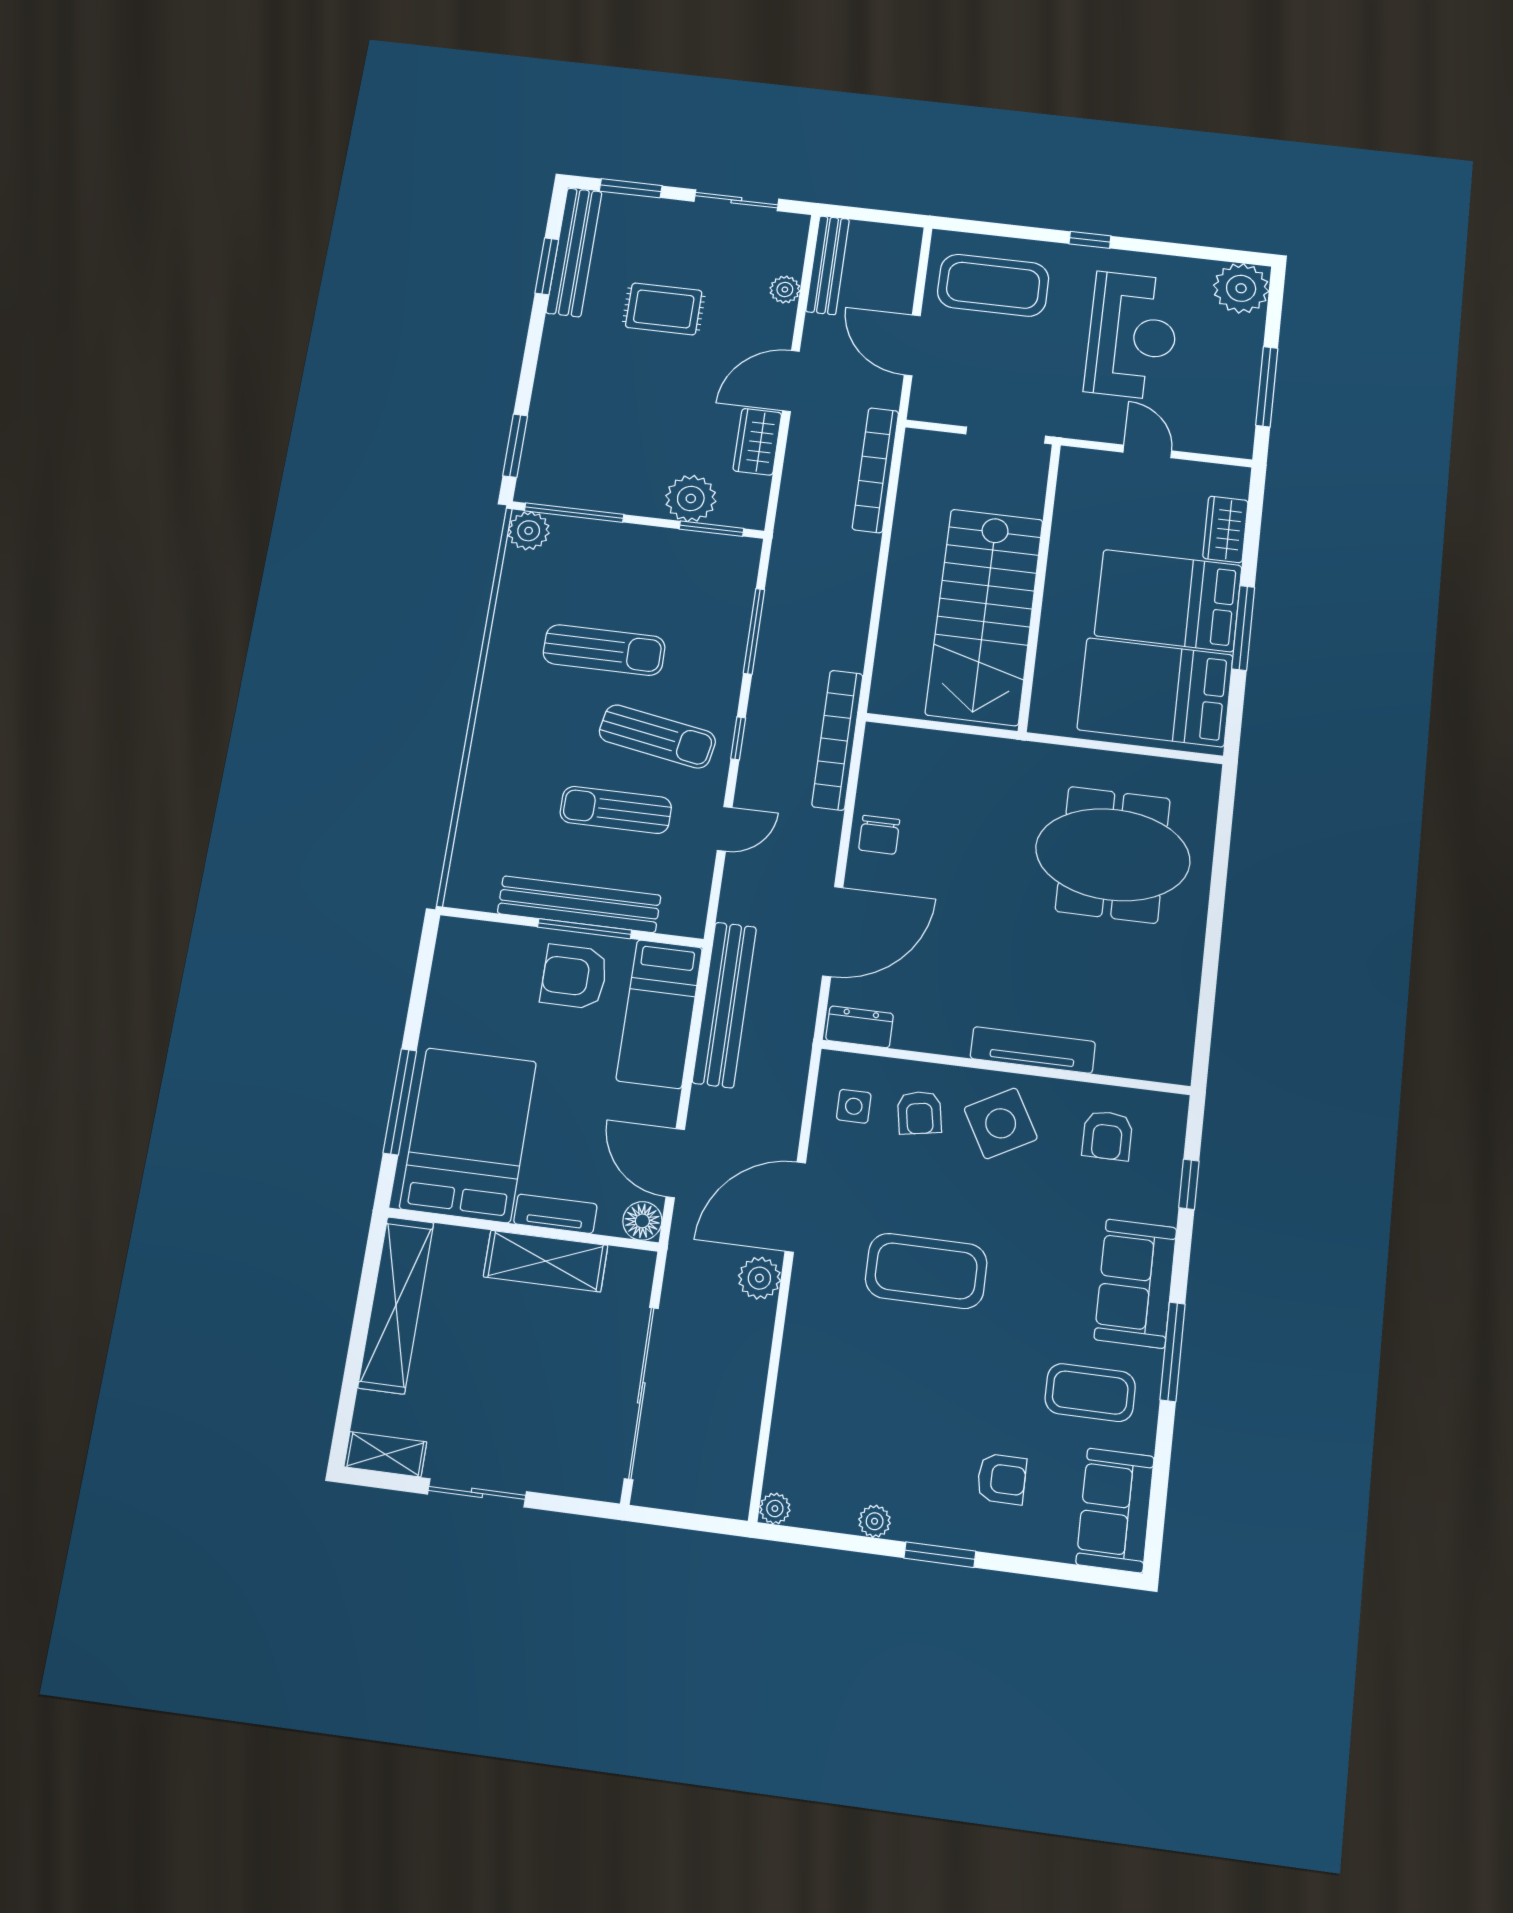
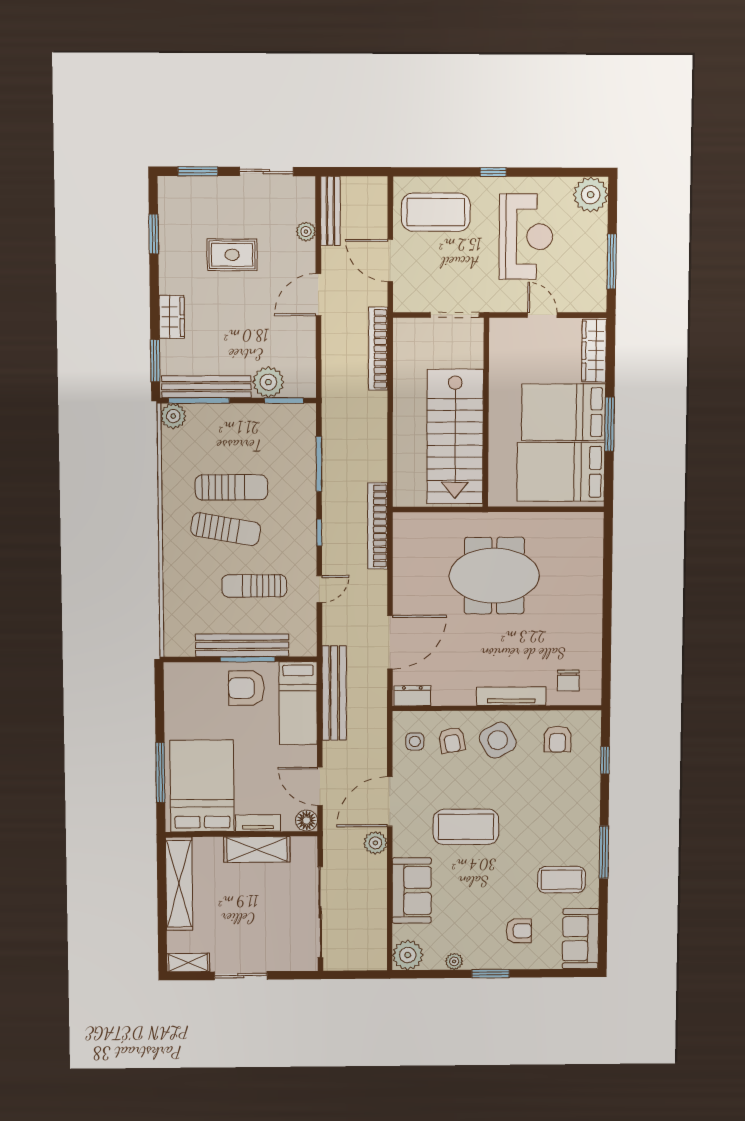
bench: (574, 252) -> (206, 387), moved, turned 90
wardrobe: (757, 442) -> (172, 317), moved, turned 180
wardrobe: (1225, 529) -> (594, 351), width x1.50
sun lounger: (657, 736) -> (226, 529), moved
chair: (879, 835) -> (568, 681), moved
meeting table: (1113, 855) -> (494, 576), moved
sofa: (1135, 1283) -> (412, 891), moved, turned 180
plant: (775, 1509) -> (408, 955), width x1.88, depth x1.88

